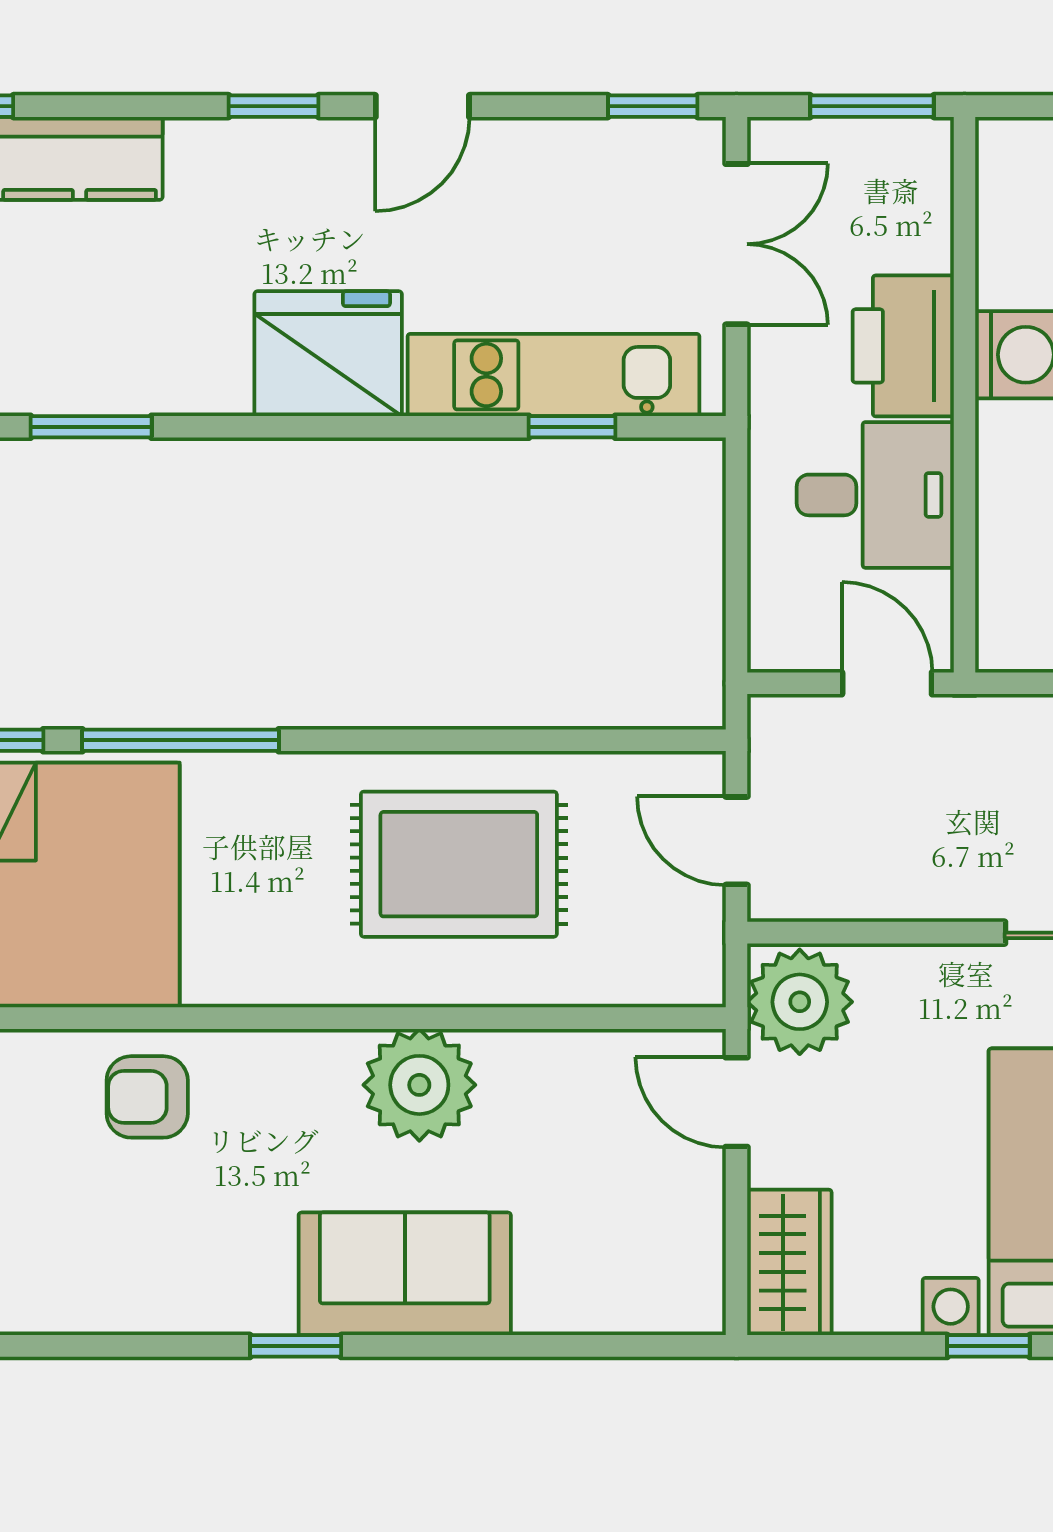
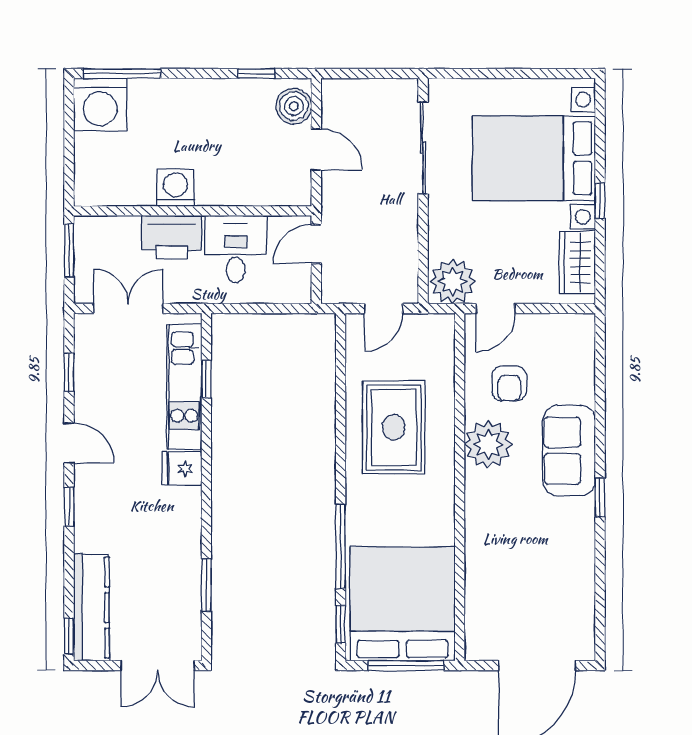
window: (653, 106) -> (69, 372), moved
fridge: (328, 354) -> (182, 469), width x0.53, depth x0.75
armchair: (147, 1097) -> (509, 384), moved
wardrobe: (789, 1262) -> (577, 262), moved, turned -90

